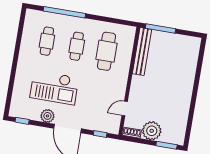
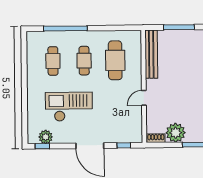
window: (160, 28) -> (179, 27), moved
checkout: (54, 88) -> (69, 107), turned 180
door: (125, 108) -> (144, 98), moved
plant: (47, 116) -> (46, 137), moved

